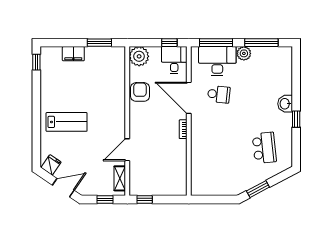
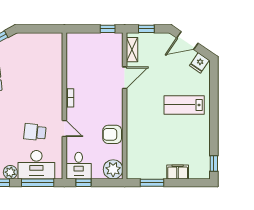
armchair: (140, 92) -> (112, 134), turned 90
door: (189, 98) -> (64, 128), width x0.53

